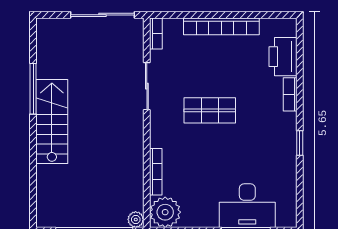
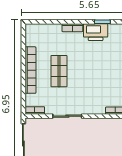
printer: (283, 57) -> (96, 32), moved
shop shelf: (210, 110) -> (59, 71), moved

